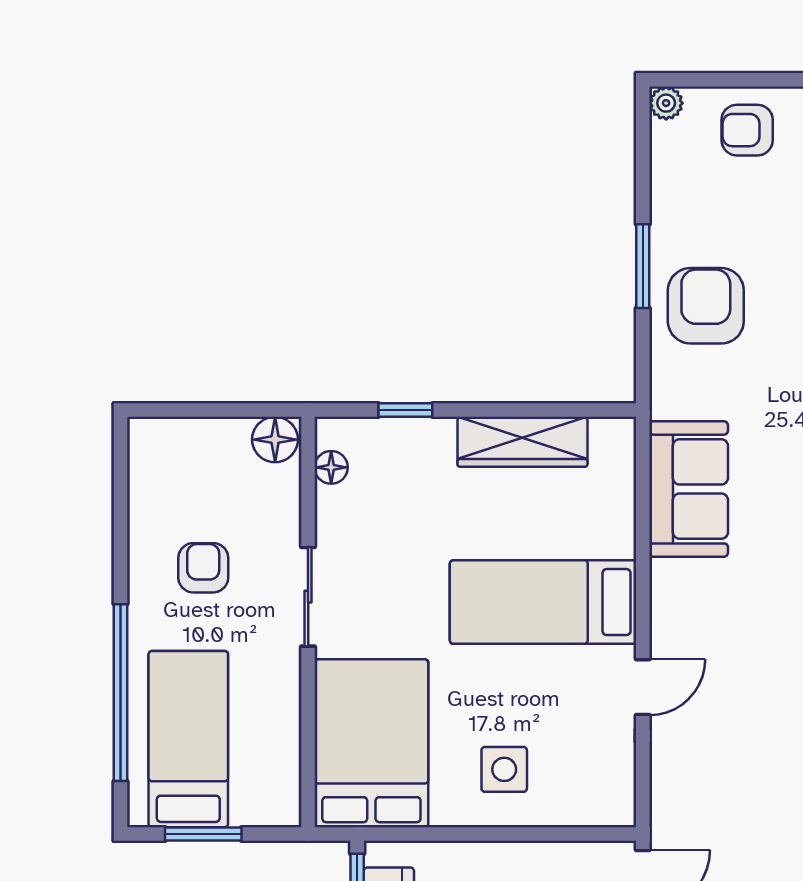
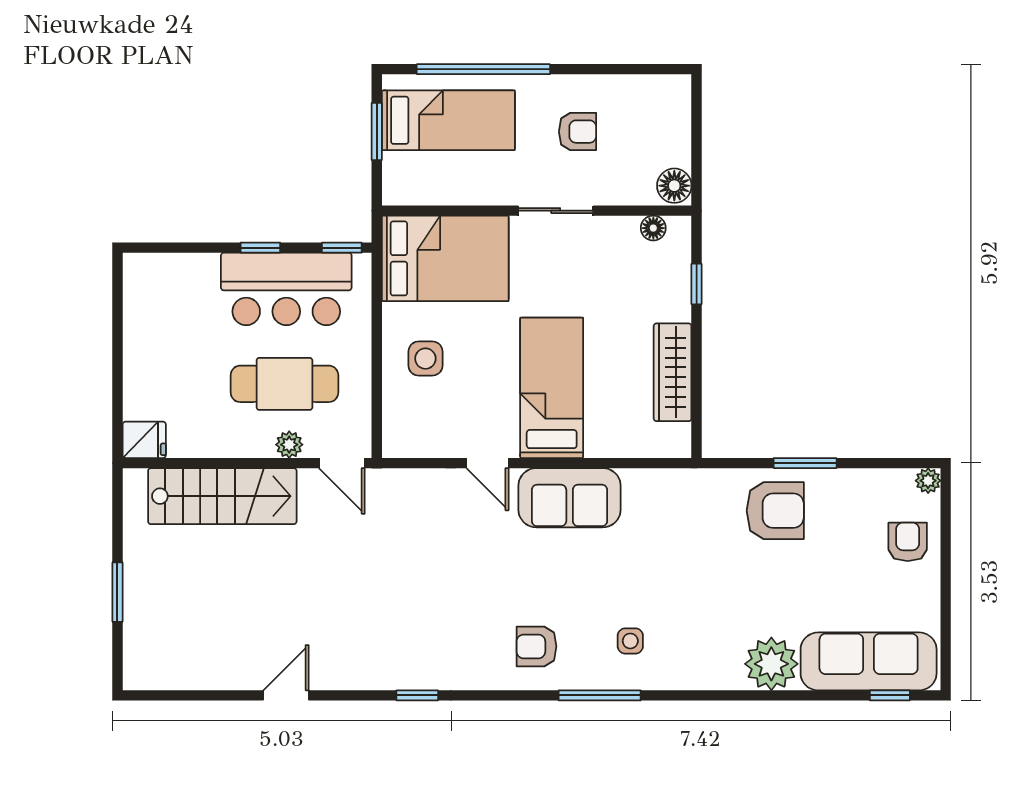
sofa: (689, 489) -> (570, 498), moved

